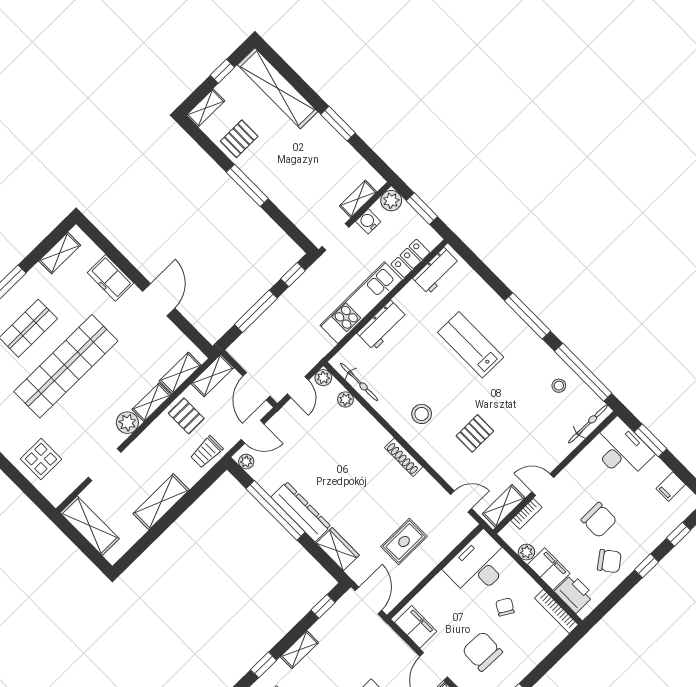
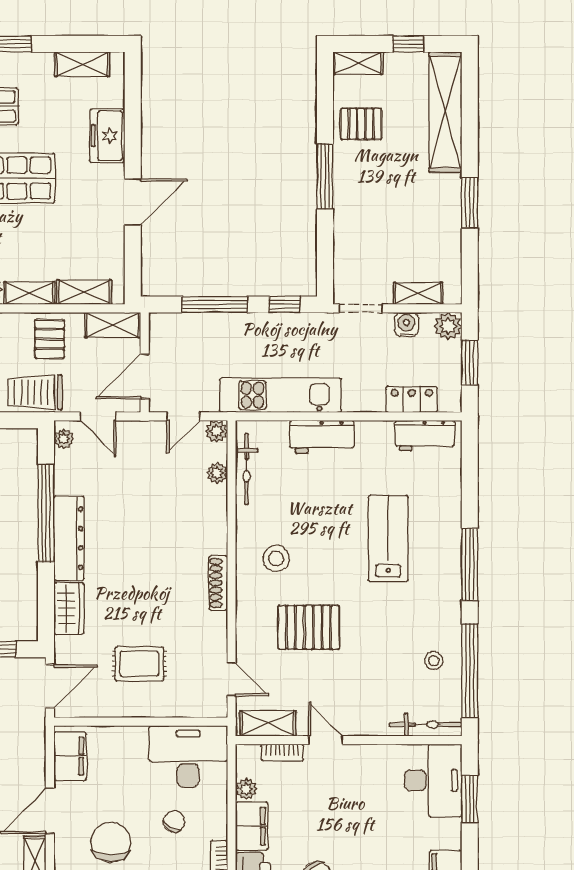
kitchen unit: (361, 303) -> (280, 395), moved
pallet: (475, 433) -> (309, 627), width x1.50, depth x1.42
trolley: (206, 452) -> (35, 392), width x1.36, depth x1.39
chair: (599, 520) -> (346, 827), removed

